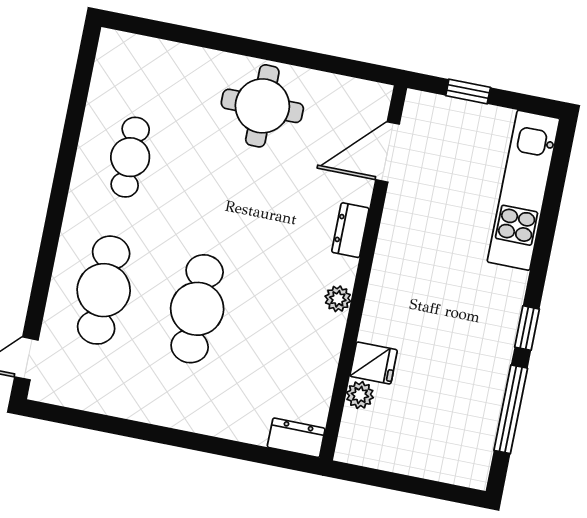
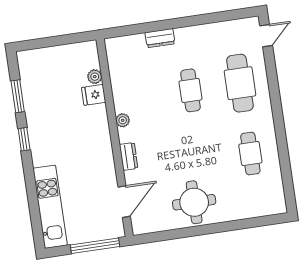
window: (468, 91) -> (95, 246), width x2.17
cafe table: (197, 309) -> (190, 90), width x0.73, depth x0.74
window: (511, 409) -> (18, 96), width x0.69
dresser: (296, 438) -> (160, 38), moved

